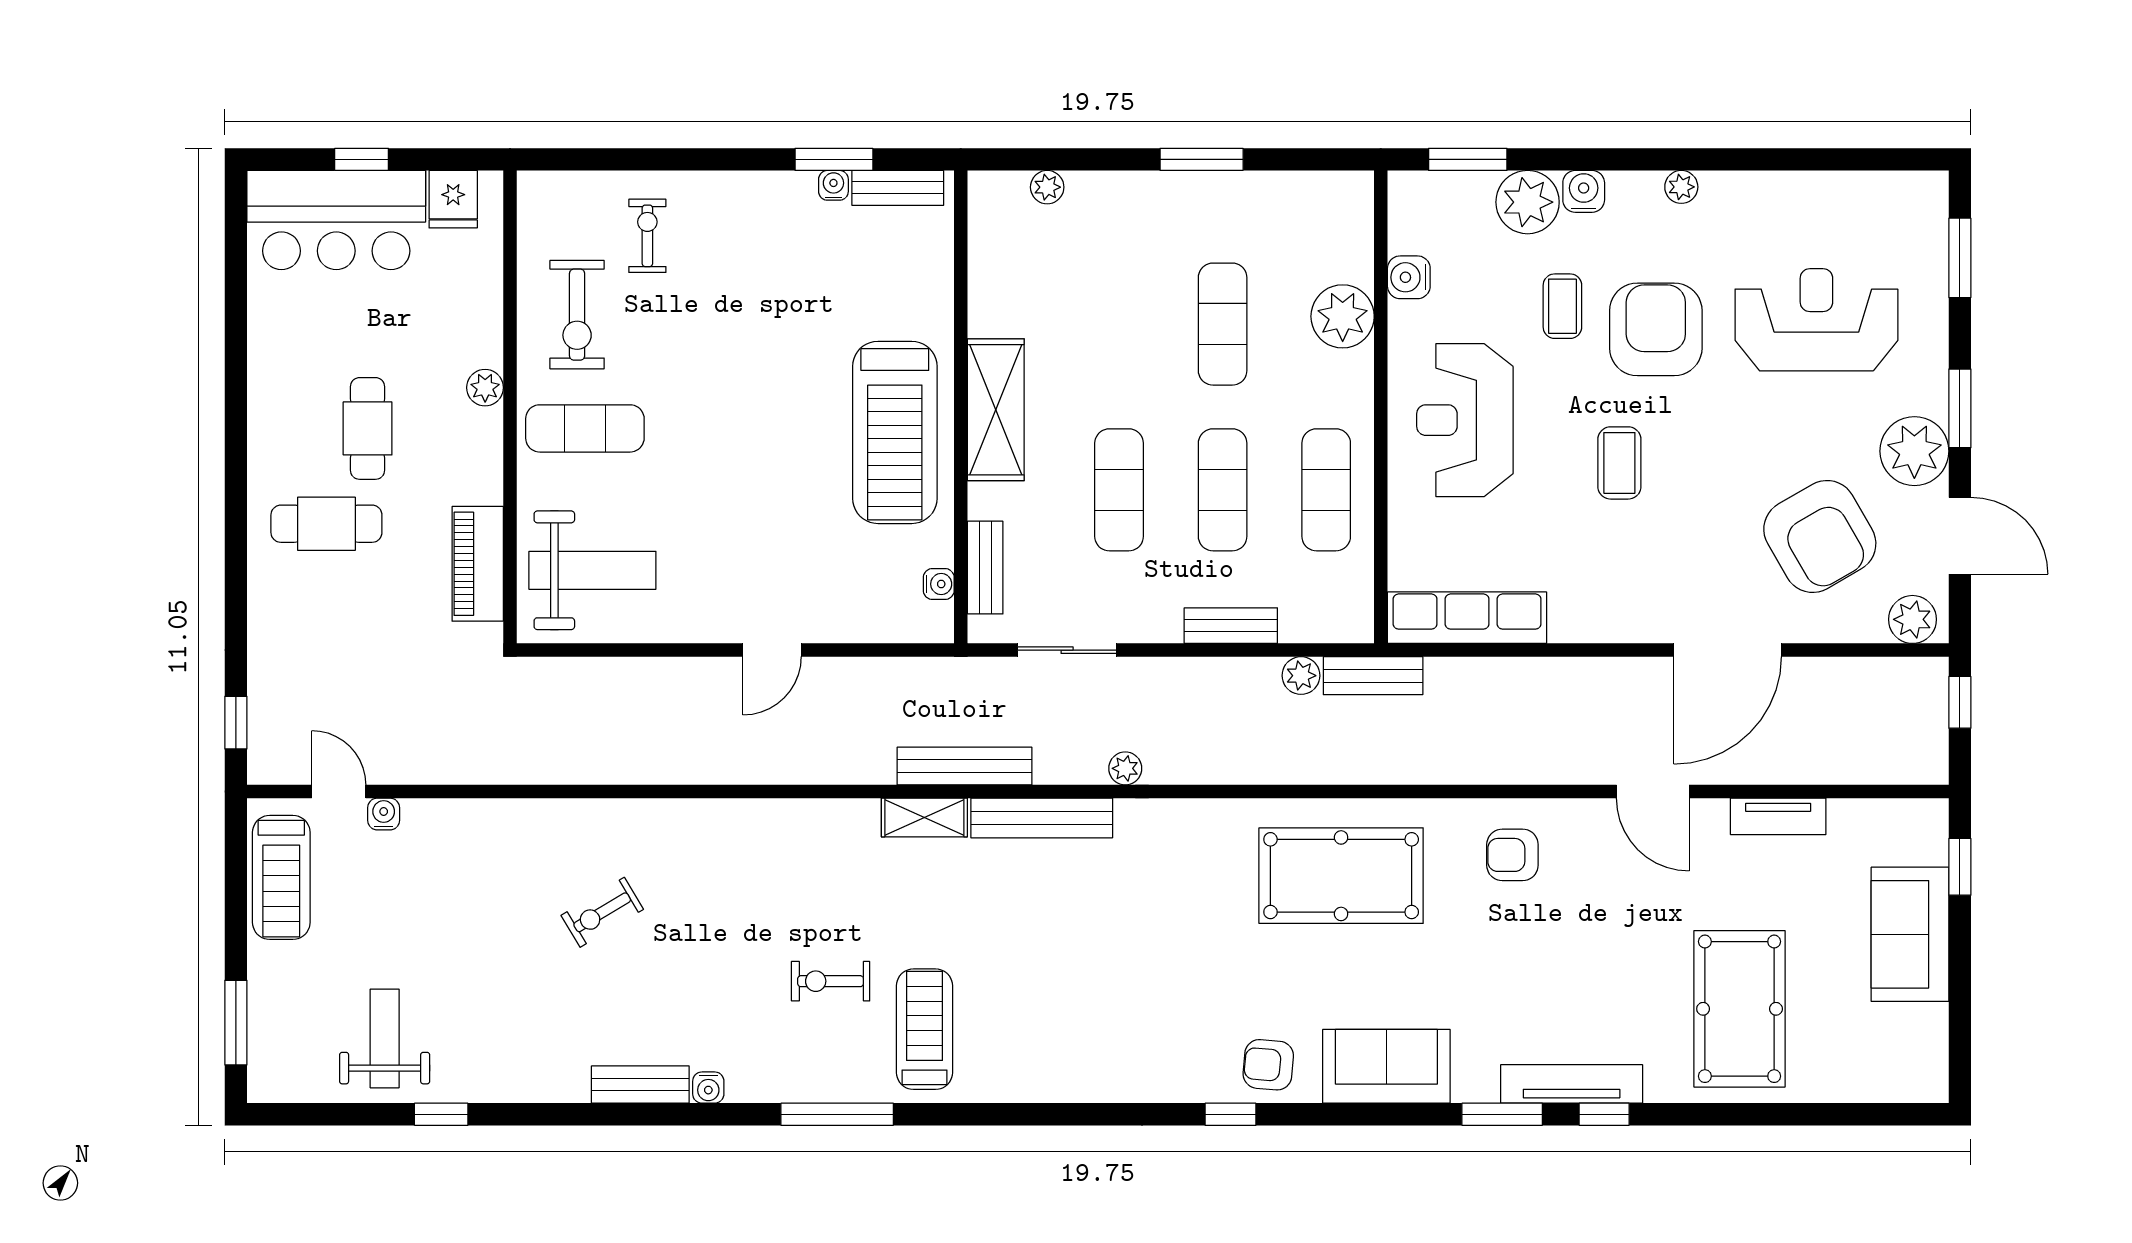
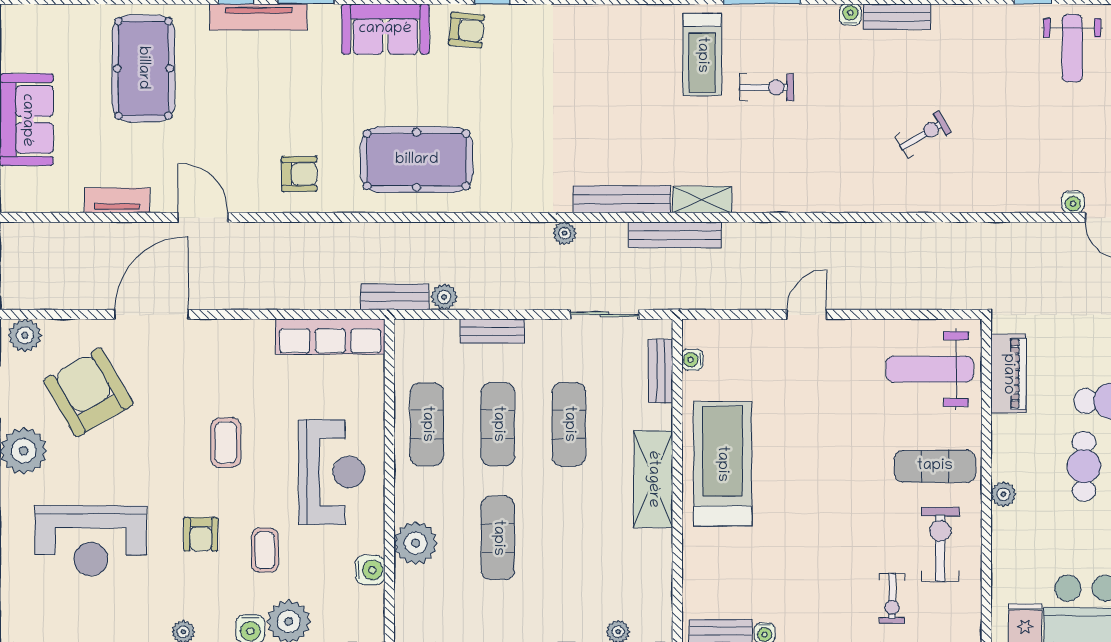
armchair: (1656, 329) -> (201, 534), width x0.53, depth x0.53

